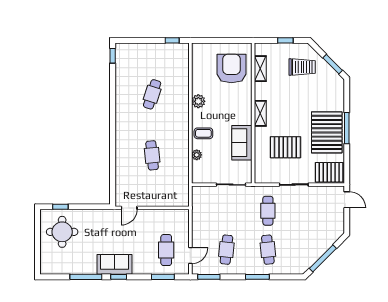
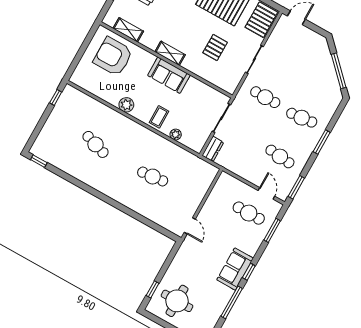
sofa: (242, 143) -> (169, 75), moved
pallet: (285, 147) -> (215, 48), width x0.67, depth x0.71
dresser: (202, 192) -> (213, 149), added

